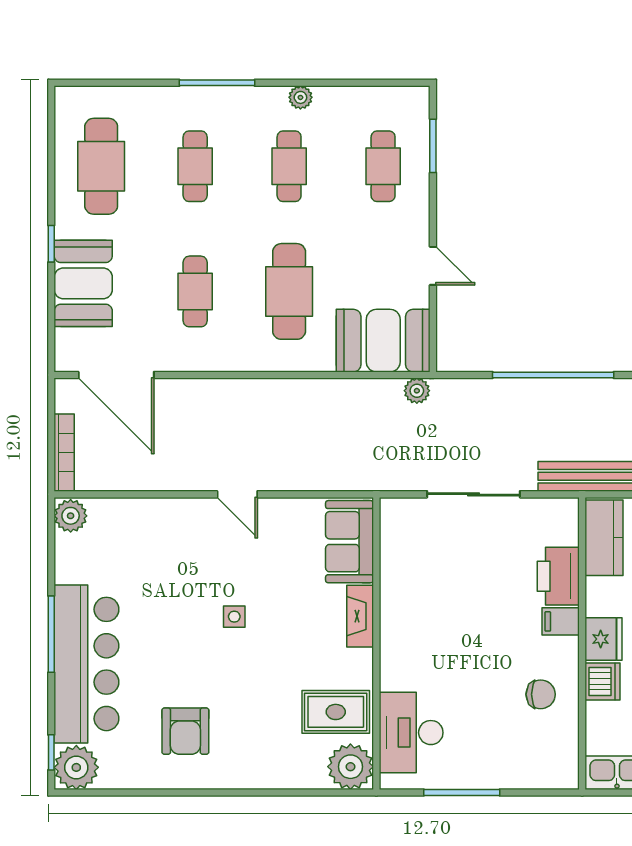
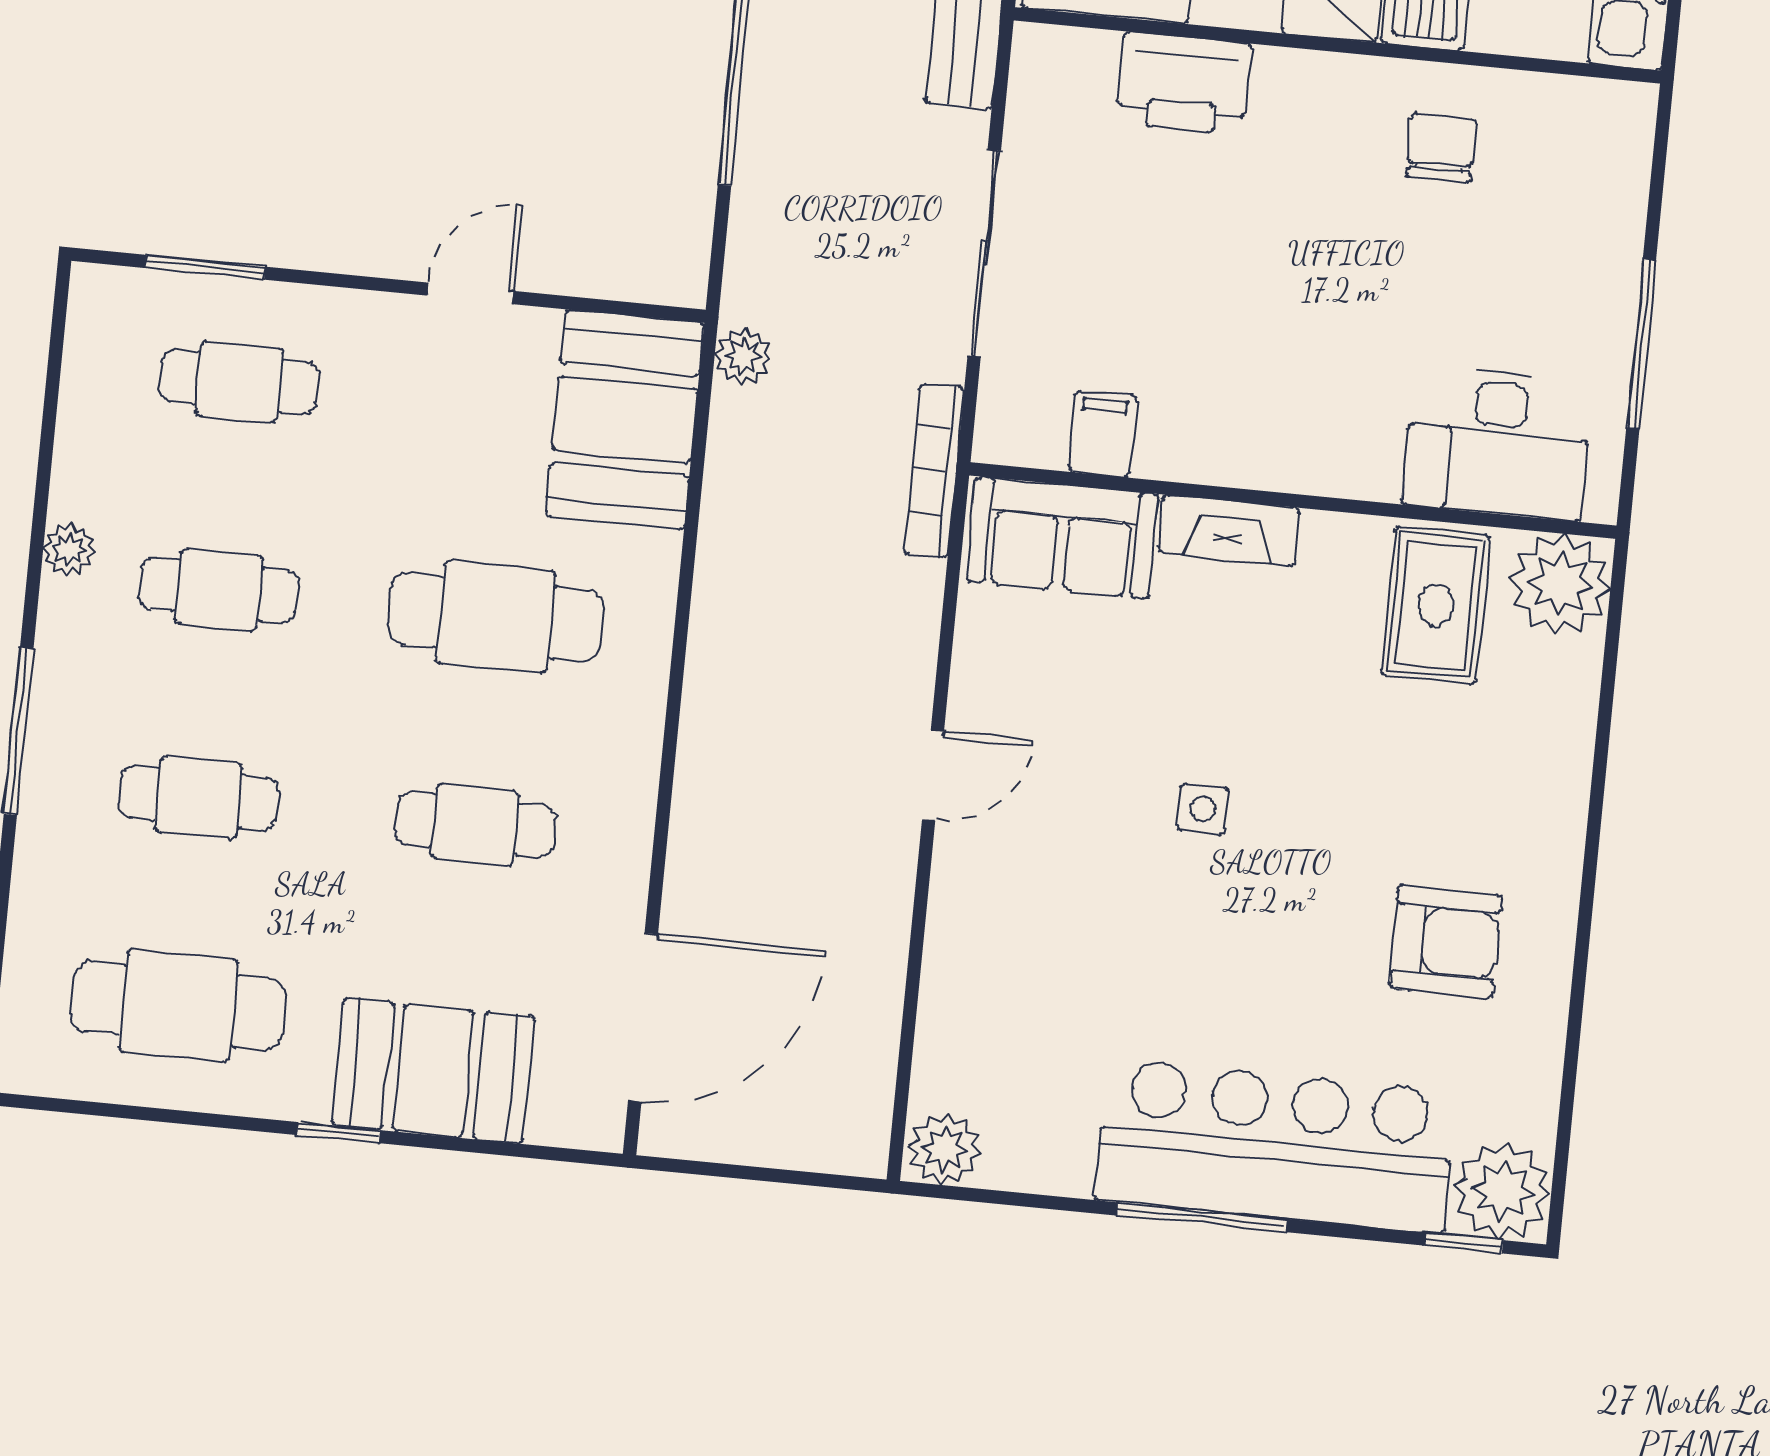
bookcase: (64, 453) -> (934, 471), moved, turned -90
filing cabinet: (561, 621) -> (1103, 434), moved, turned 180

